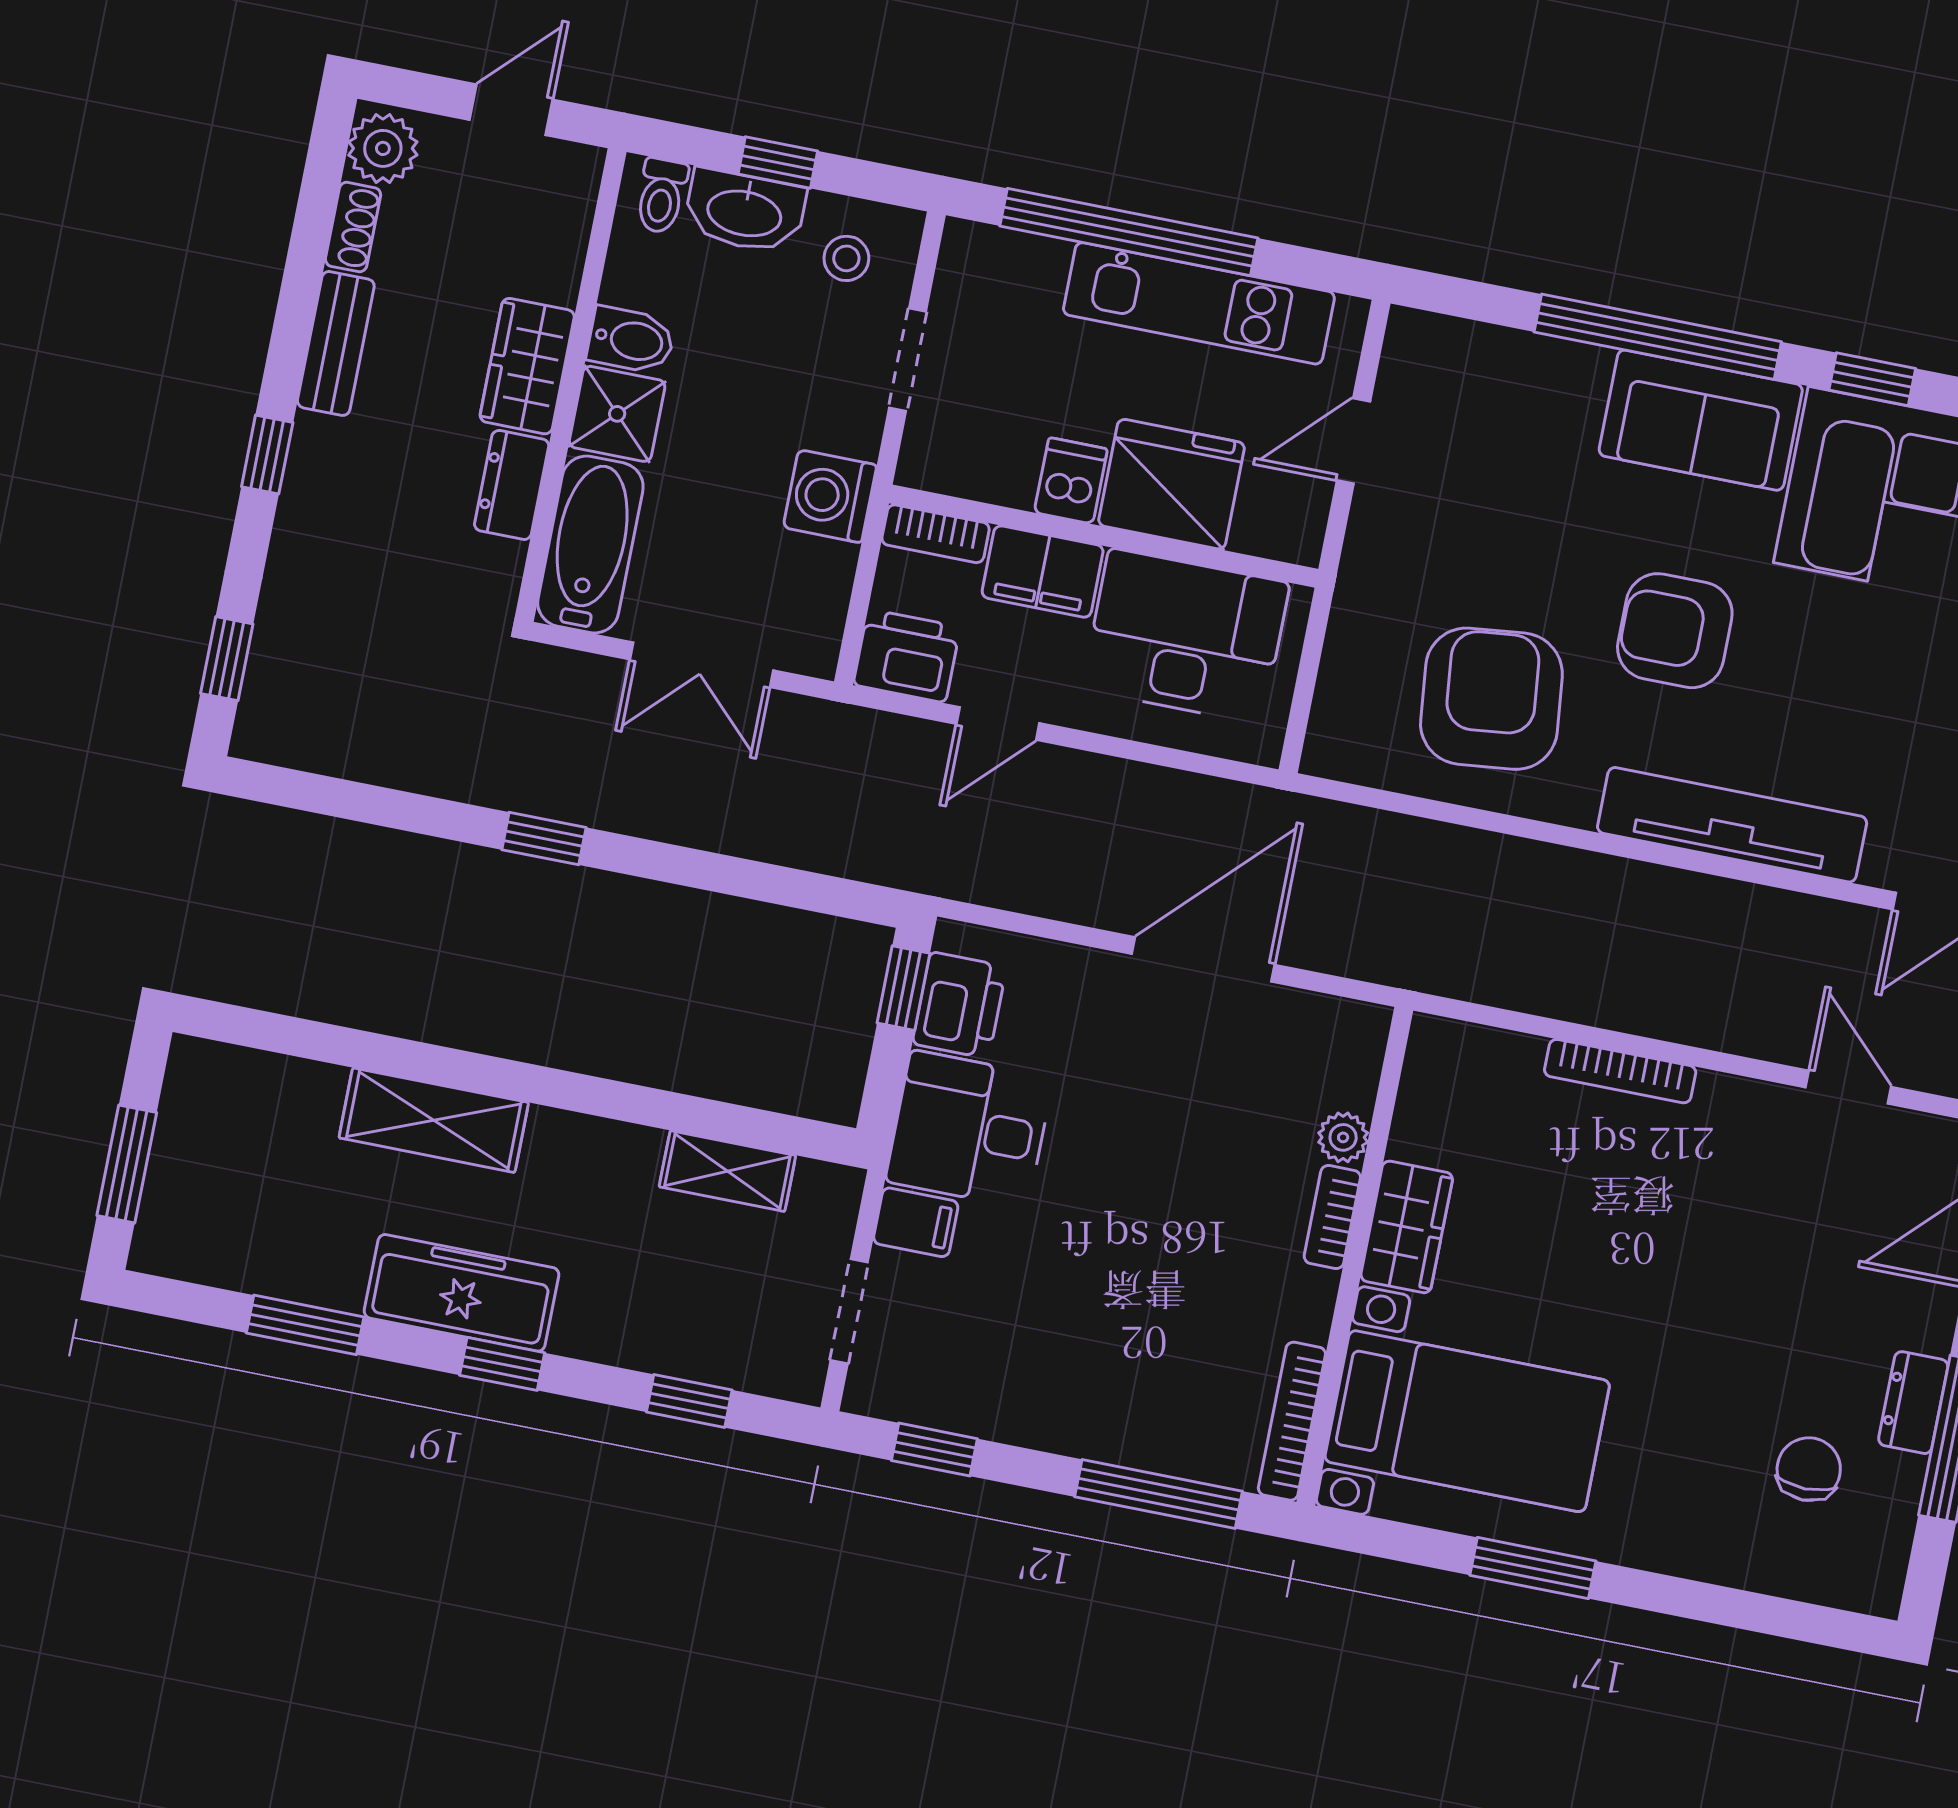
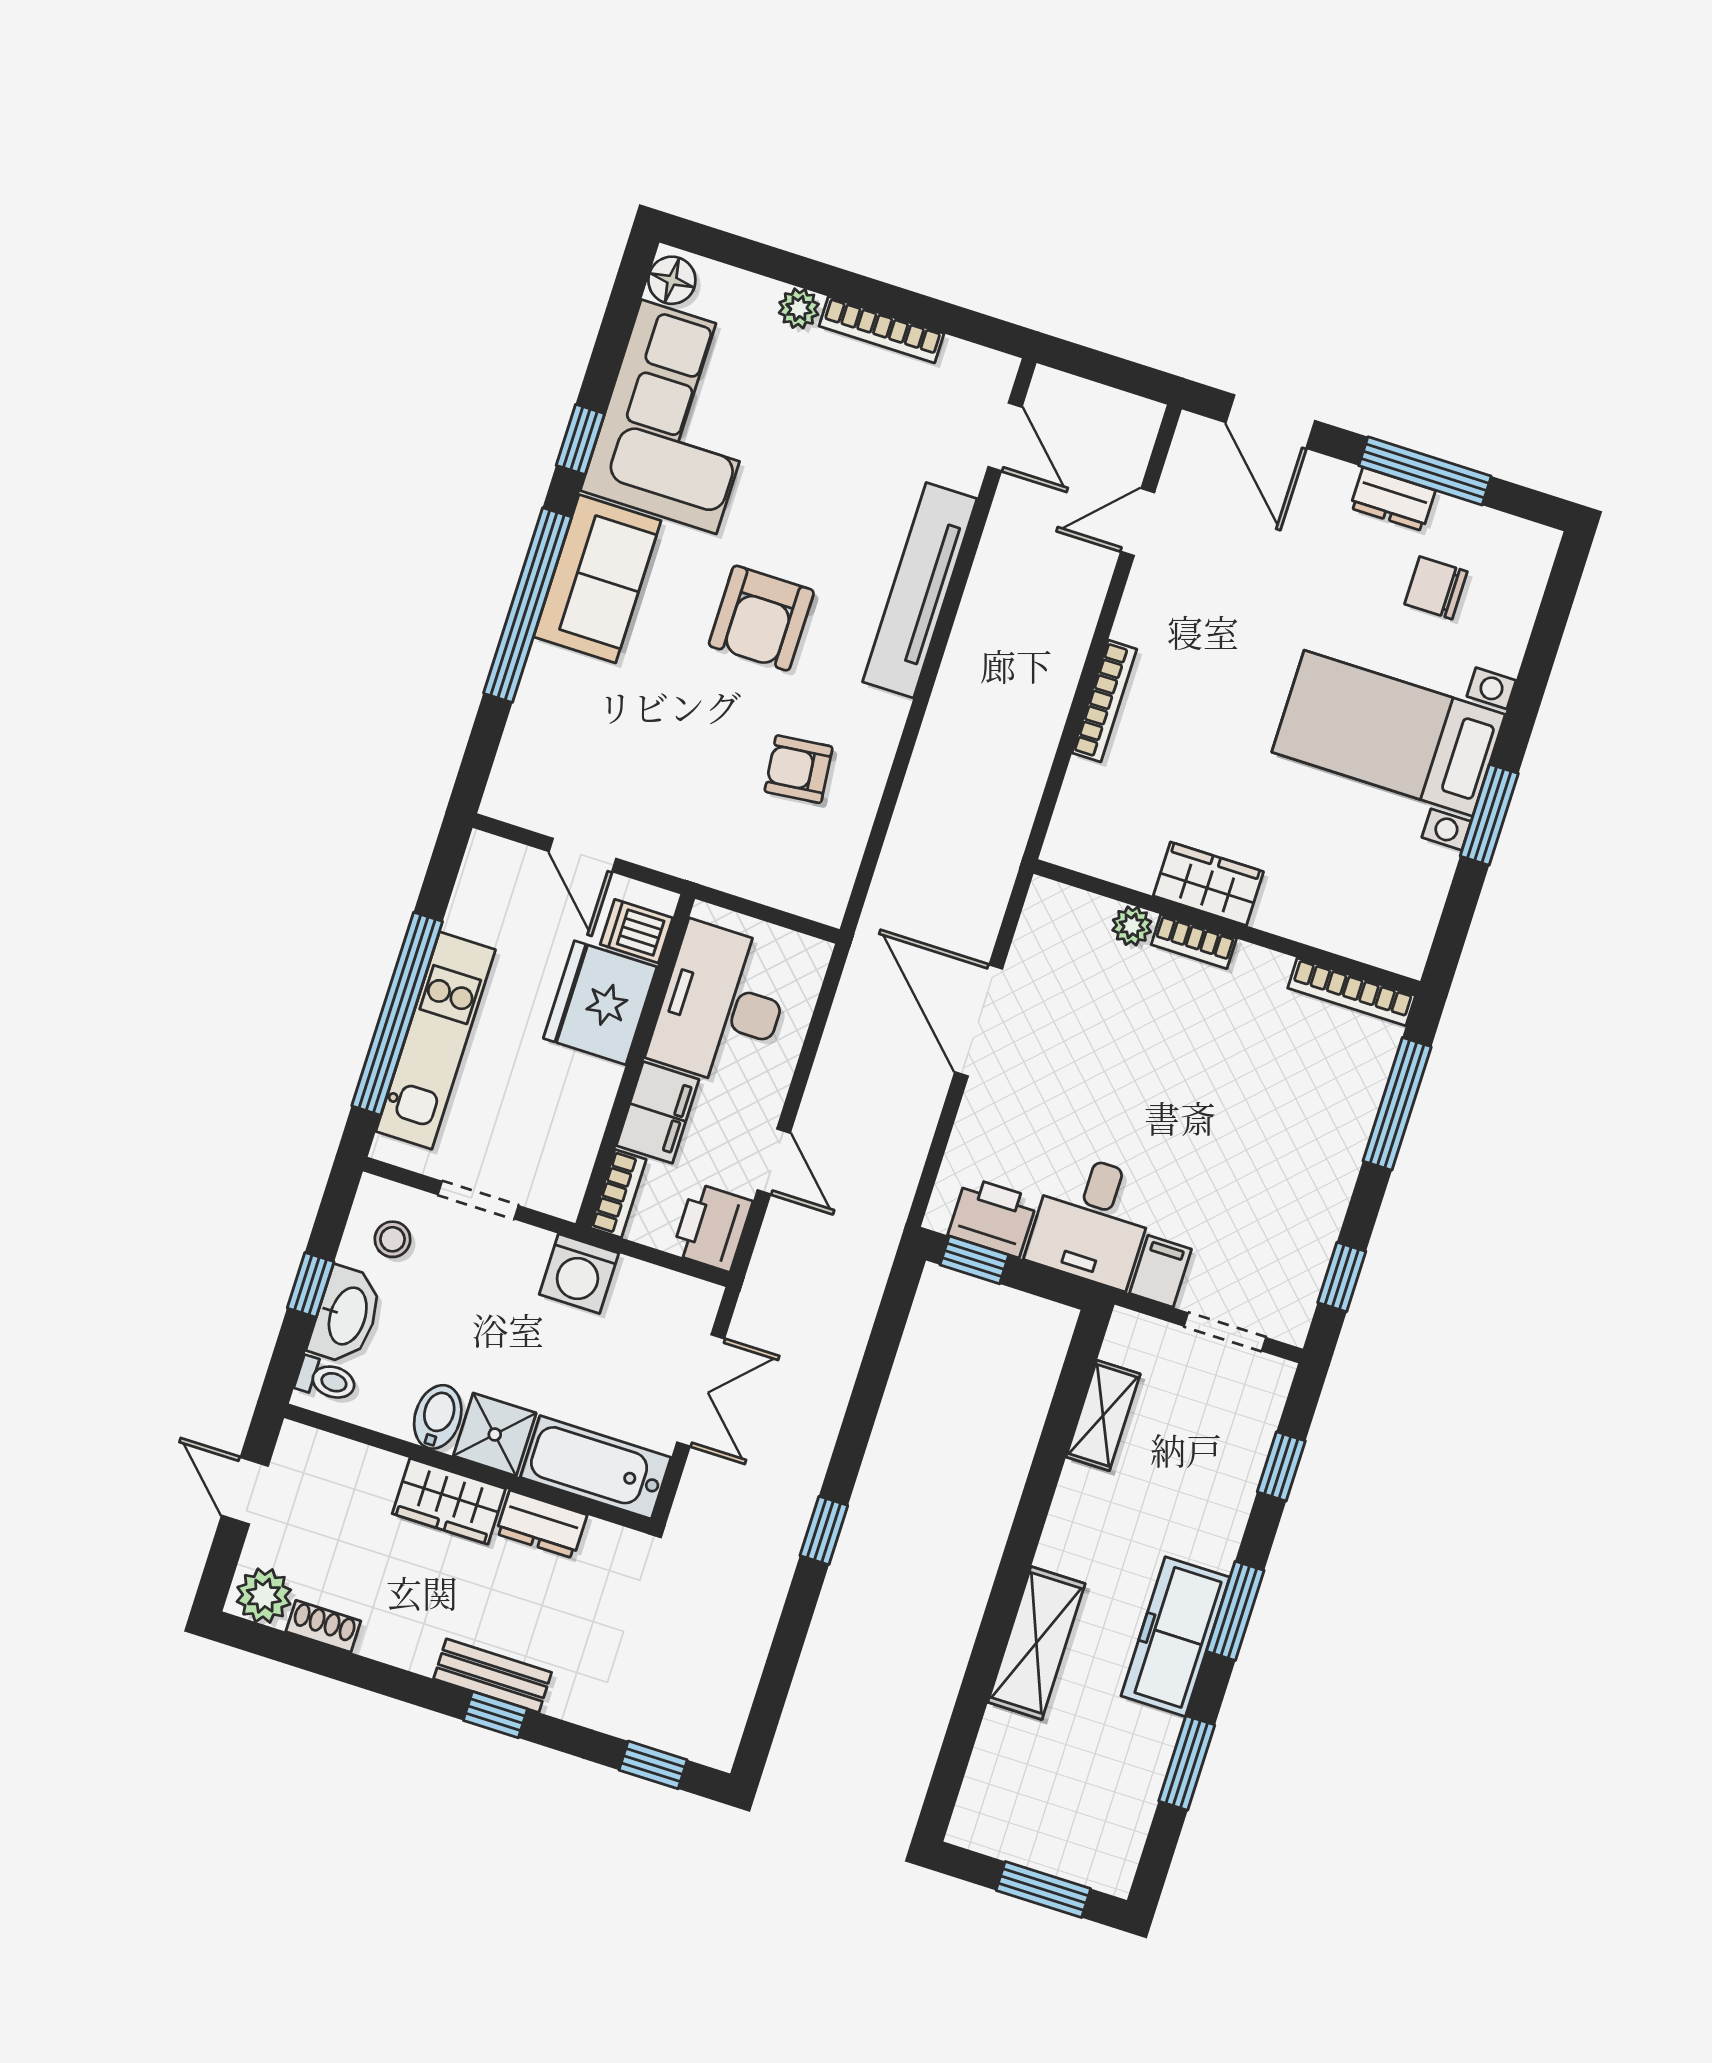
kitchen unit: (1199, 303) -> (436, 1041), moved
bench: (336, 343) -> (493, 1676), moved
dishwasher: (1071, 481) -> (636, 931), moved
armchair: (1491, 699) -> (799, 769), width x0.53, depth x0.53
window: (502, 1364) -> (1235, 1611), width x1.50
bed with nightstands: (1467, 1421) -> (1388, 733), moved, turned -90

